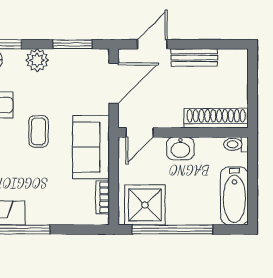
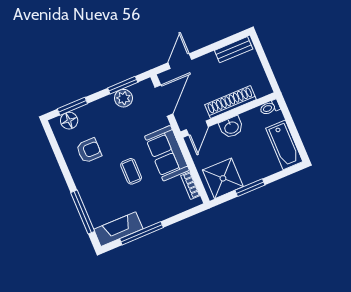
bench: (194, 58) -> (234, 50), moved
plant: (37, 60) -> (123, 98), moved
shoe rack: (216, 118) -> (230, 102), moved
coffee table: (38, 131) -> (131, 171), moved
window: (172, 229) -> (250, 188), width x0.47

